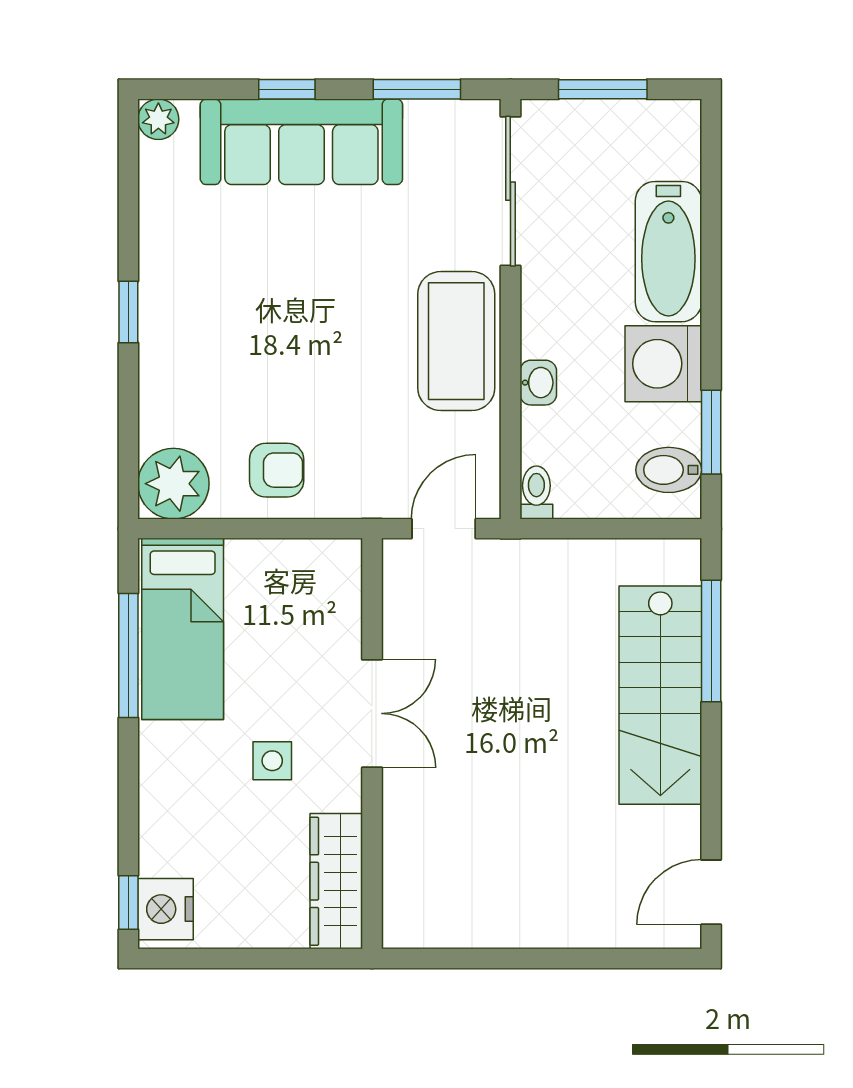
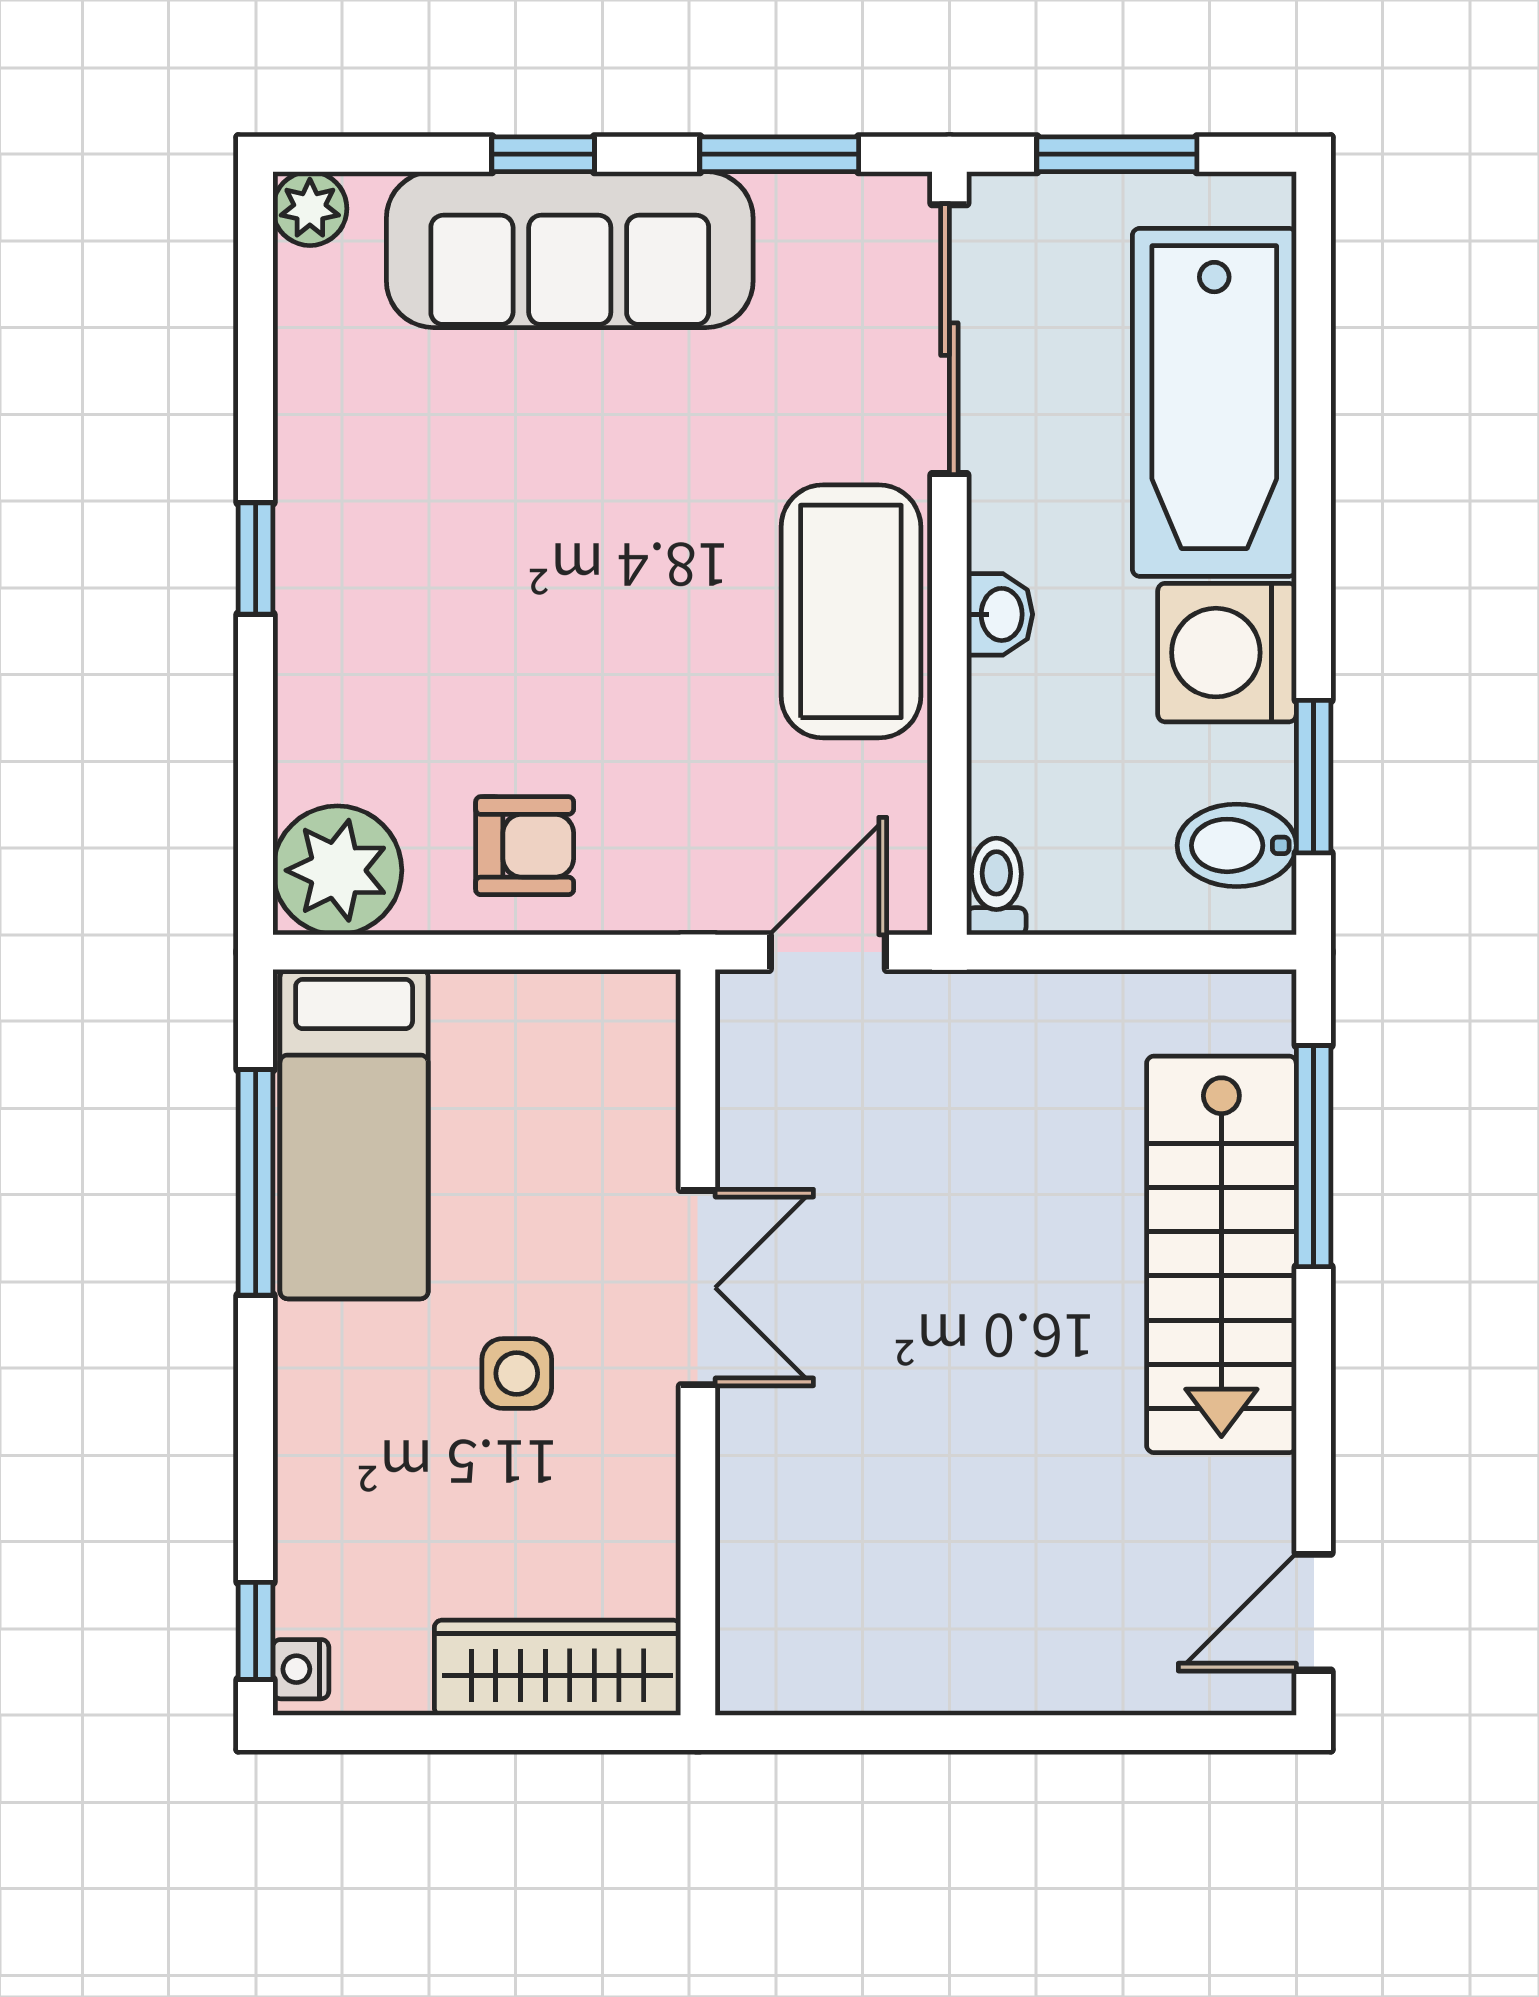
bathtub: (668, 252) -> (1214, 402), width x1.36, depth x1.36
washbasin: (538, 383) -> (1000, 614), moved
wardrobe: (336, 881) -> (557, 1668), moved, turned 90
nightstand: (166, 909) -> (301, 1669), width x0.53, depth x0.56

